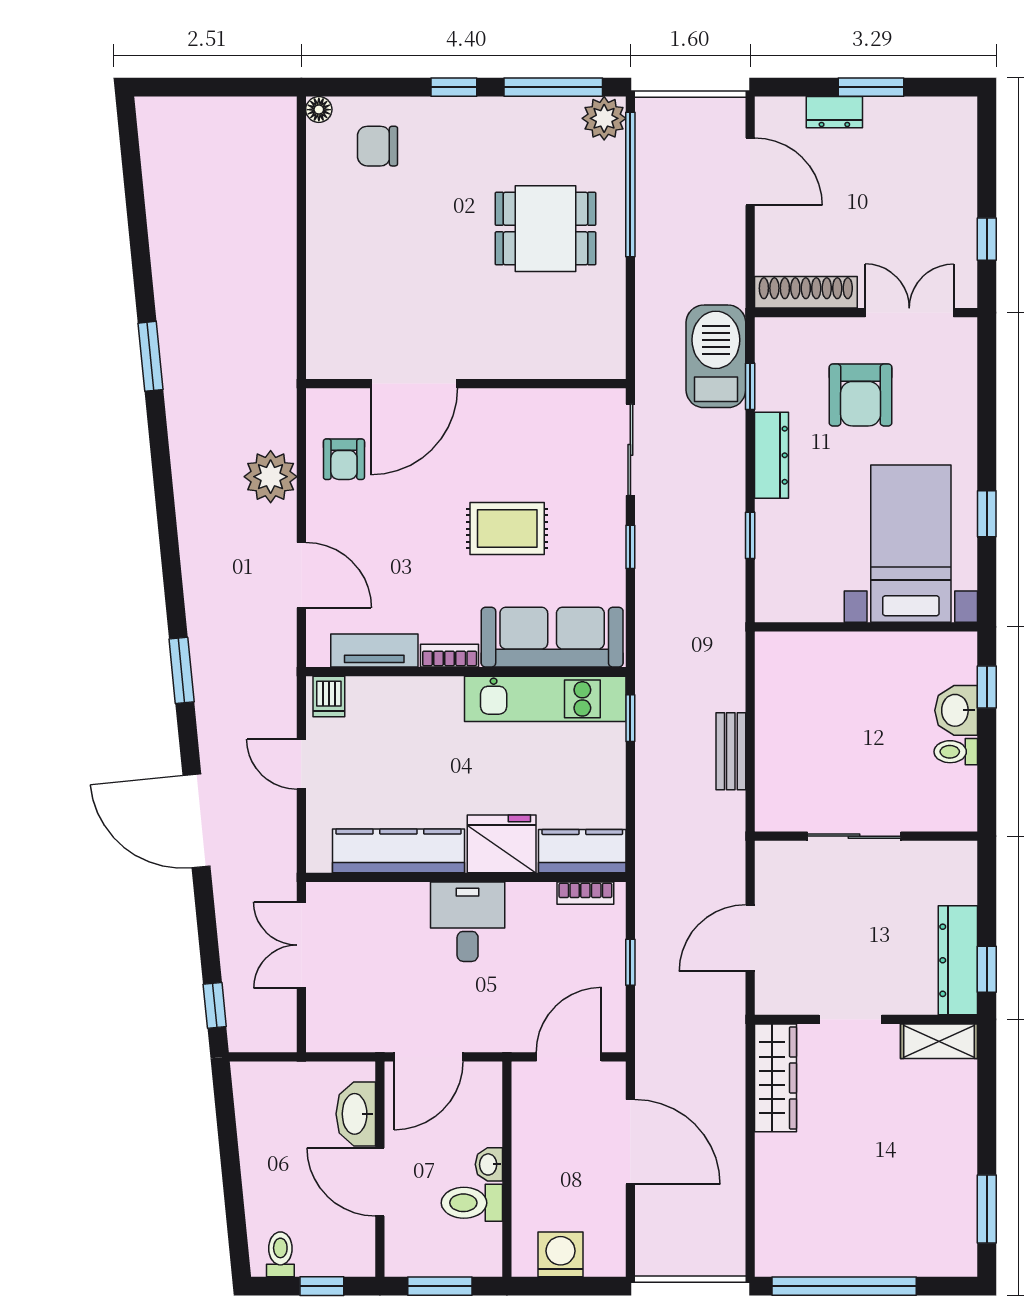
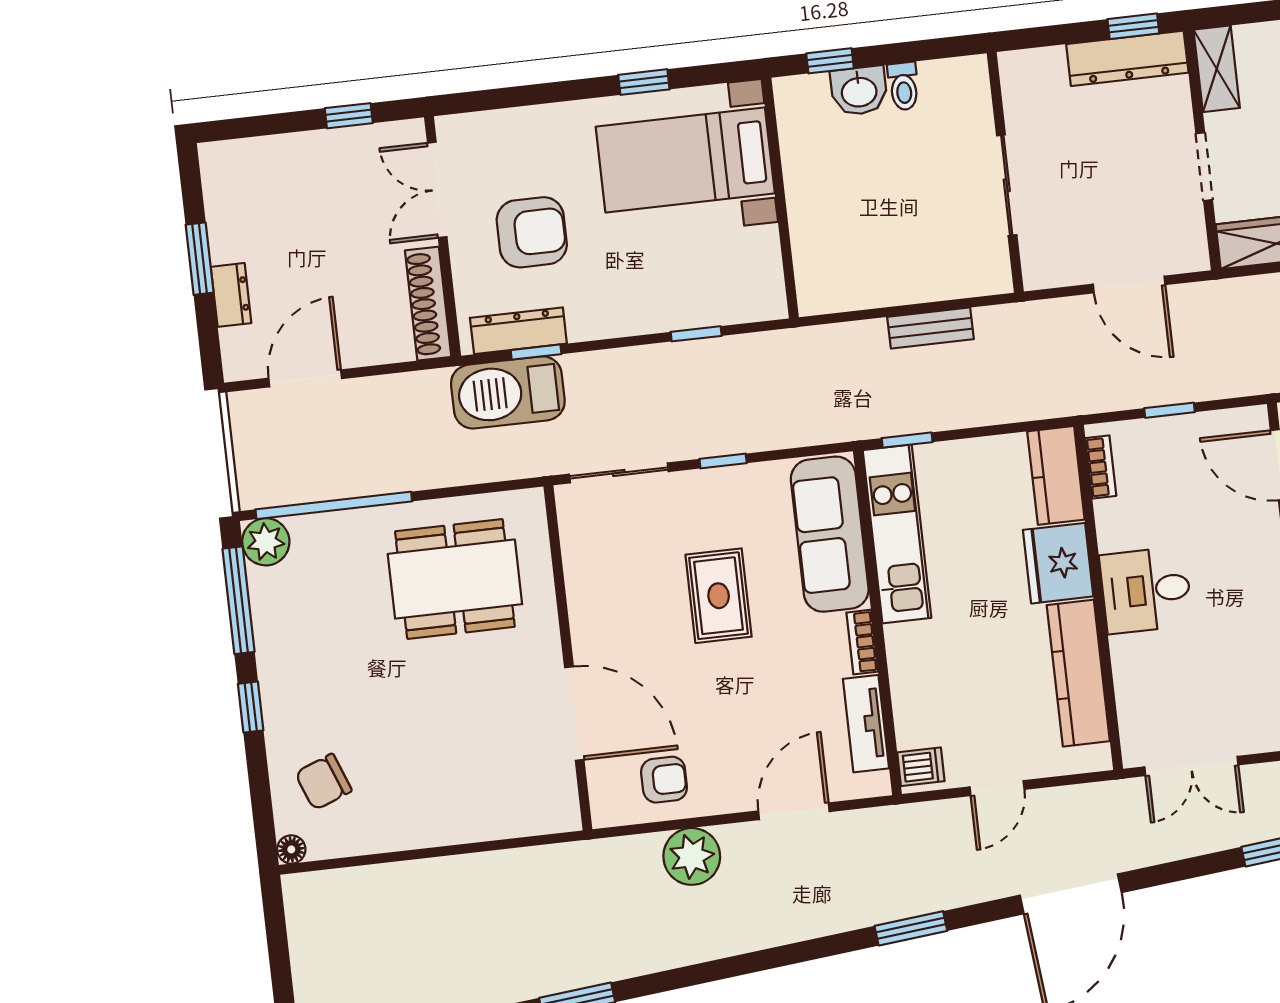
chair: (378, 146) -> (323, 782), turned 69
dining table: (546, 229) -> (455, 579), moved, width x1.38
dresser: (771, 455) -> (518, 331), moved

